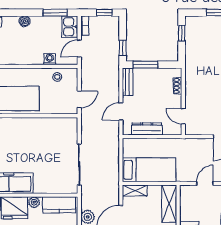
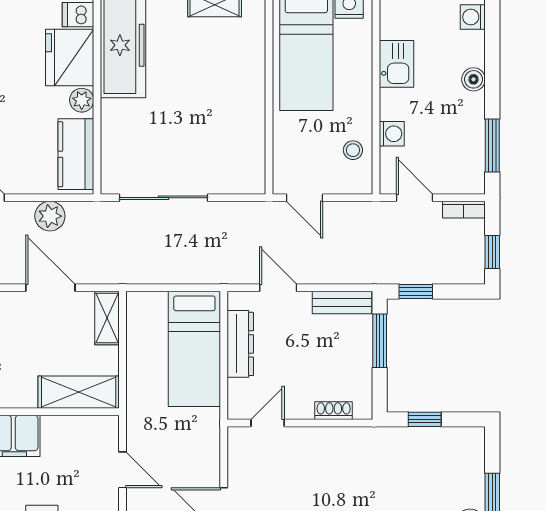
kitchen sink: (70, 27) -> (396, 64), moved, turned 90
window: (182, 33) -> (425, 419), moved
bed: (149, 170) -> (194, 349), moved

